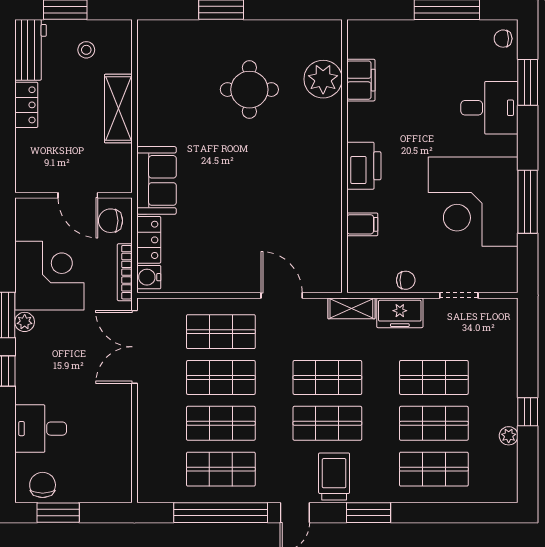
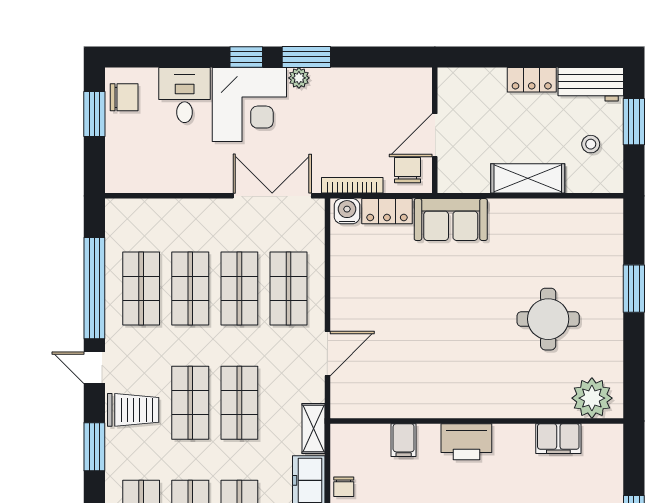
plant: (323, 79) -> (592, 398), moved
corner desk: (49, 276) -> (249, 105), moved

